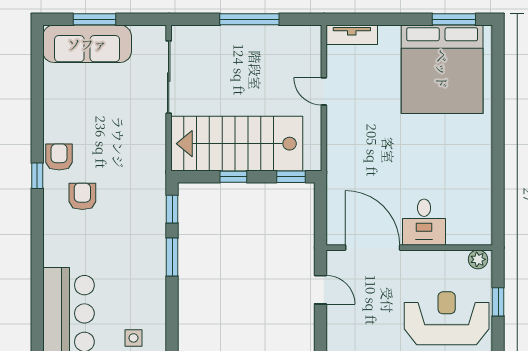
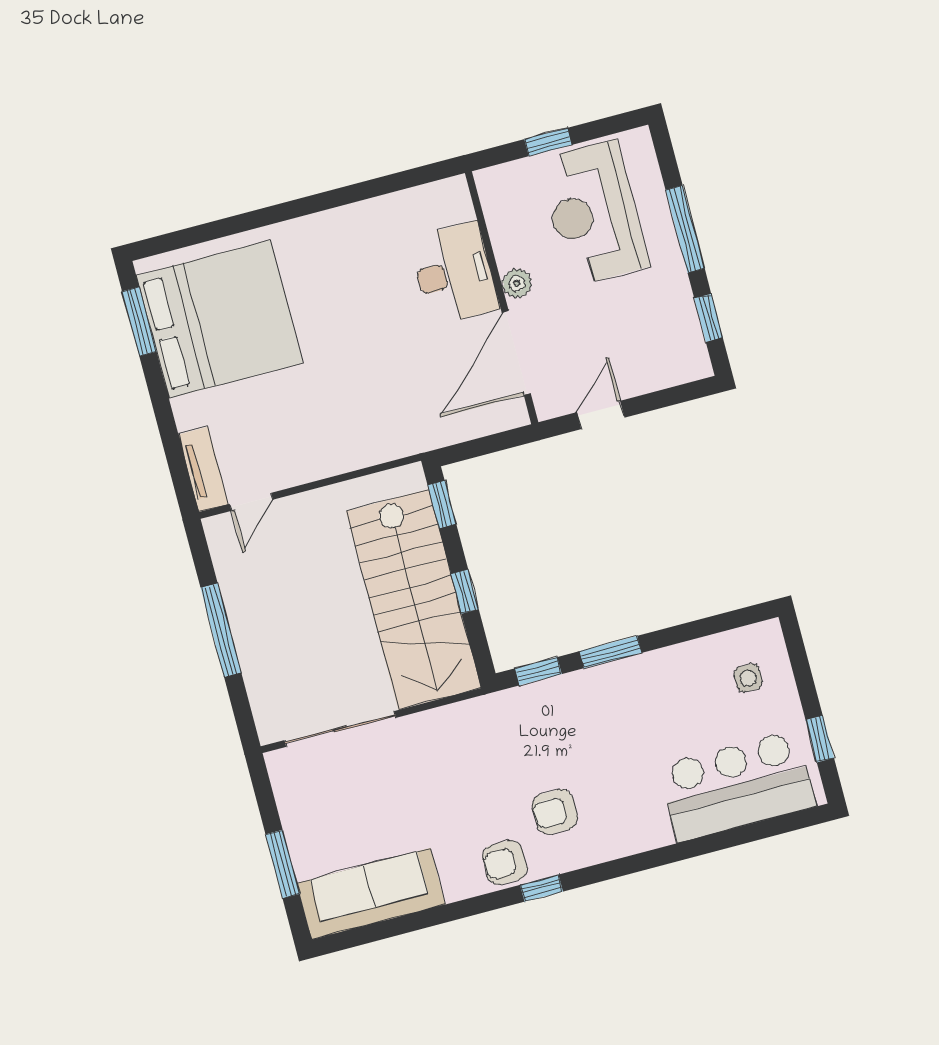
sofa: (87, 44) -> (371, 894), moved, turned -90
door: (324, 91) -> (251, 502), moved
desk: (424, 222) -> (454, 274), width x1.37
plant: (478, 259) -> (517, 283), moved

